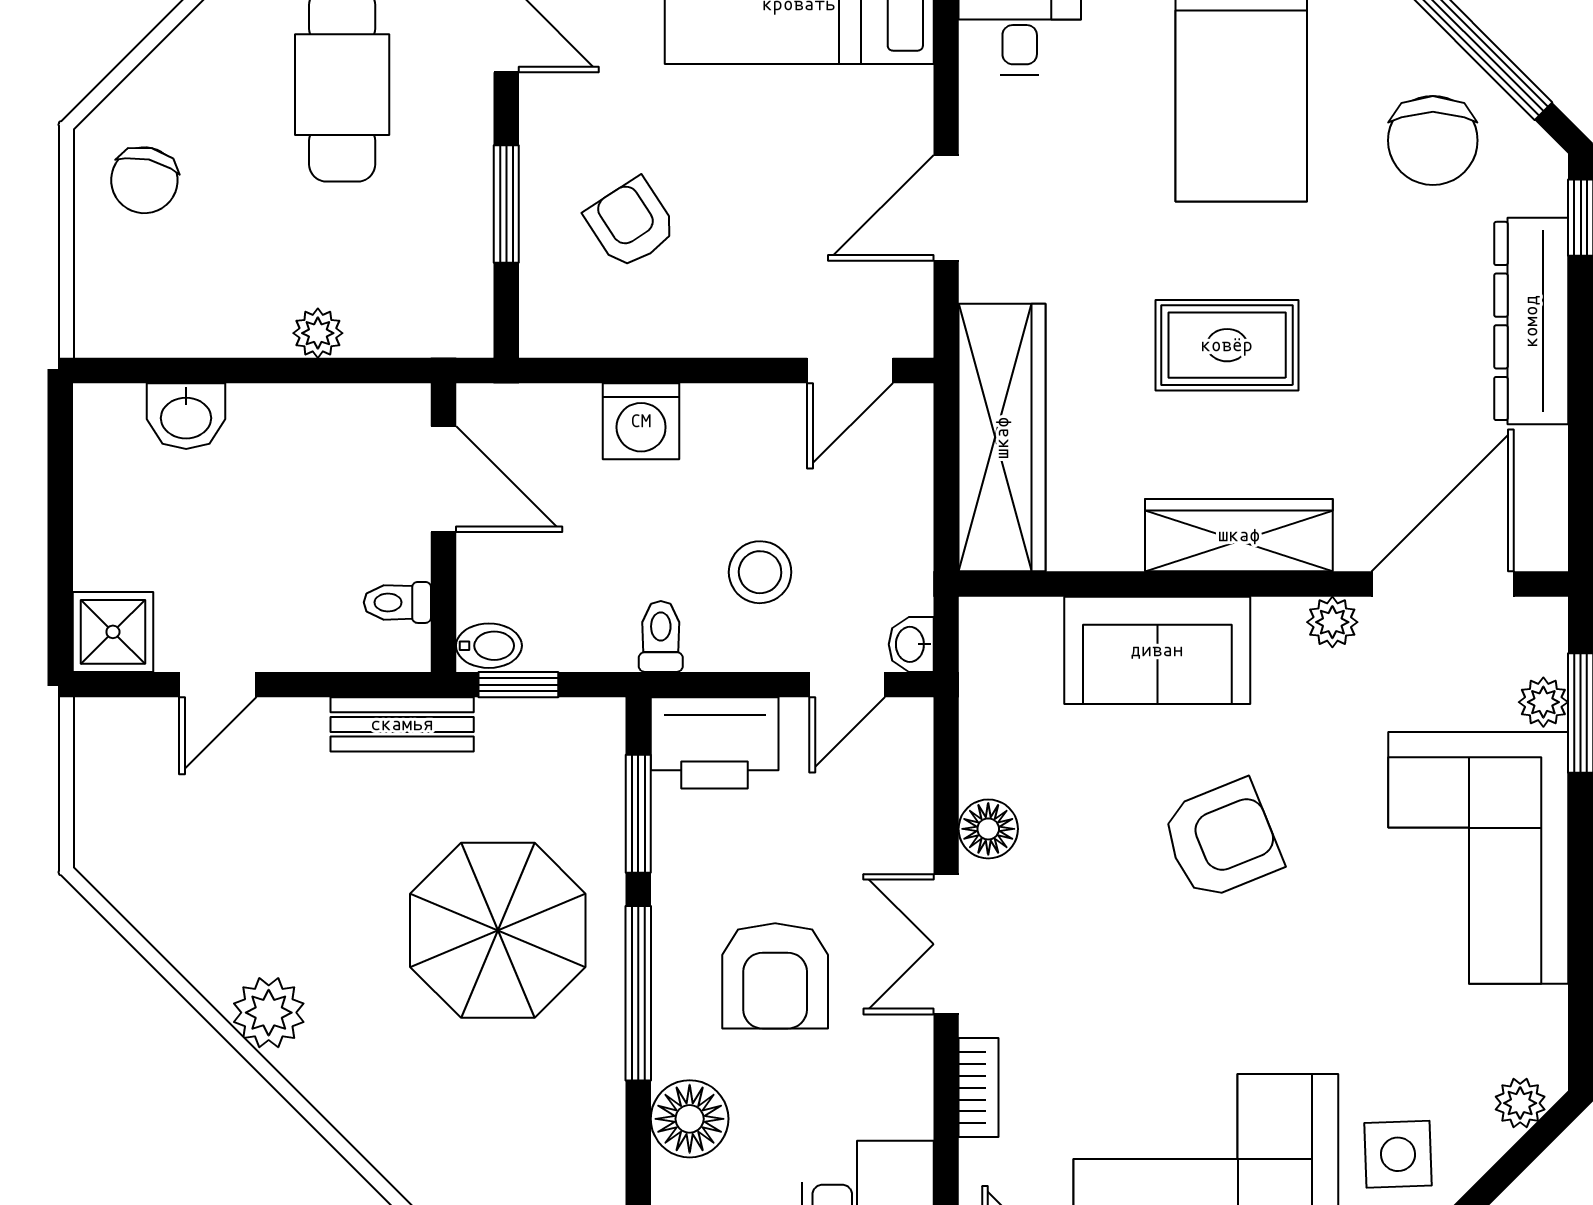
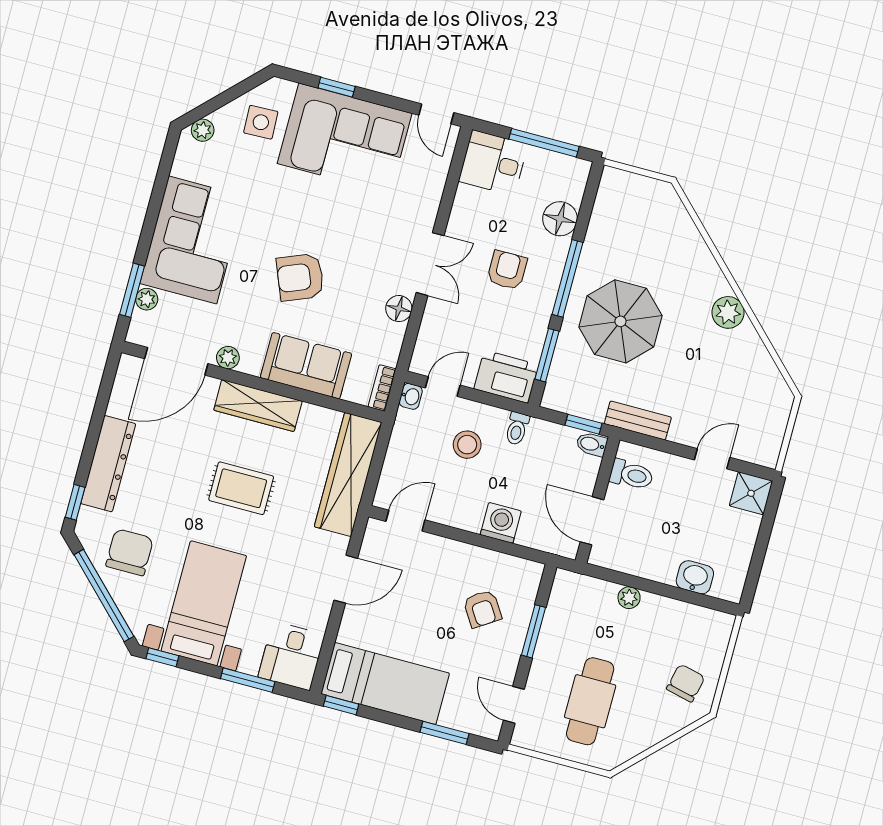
toilet: (397, 602) -> (631, 475), width x1.37, depth x1.39
armchair: (775, 976) -> (507, 270), width x0.72, depth x0.72
bookcase: (978, 1088) -> (382, 388), moved

